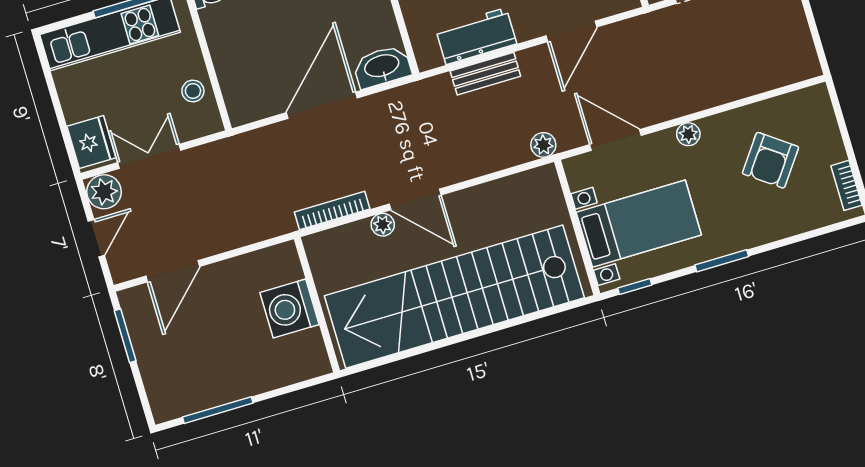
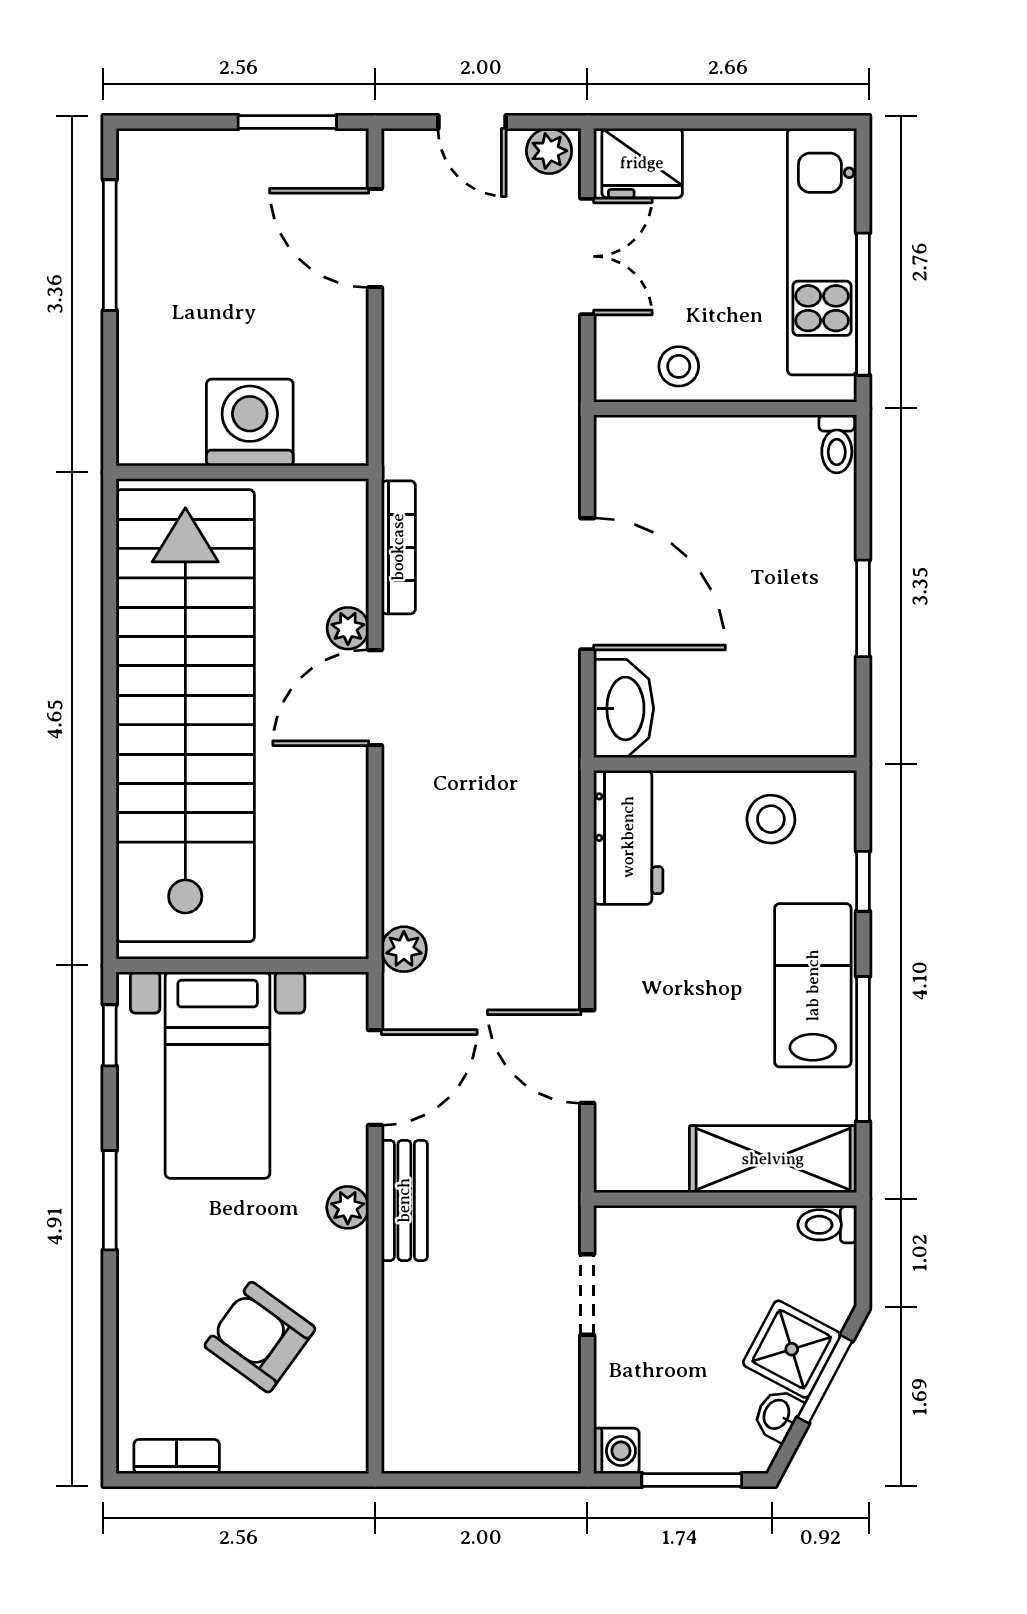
workbench: (476, 36) -> (628, 837), moved
bench: (485, 74) -> (404, 1200), moved
plant: (104, 192) -> (549, 151), width x0.73, depth x0.73

